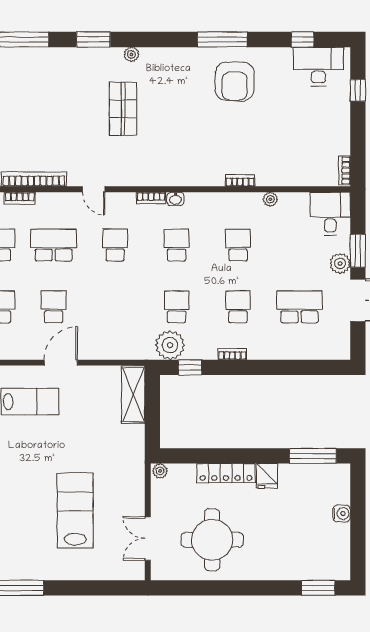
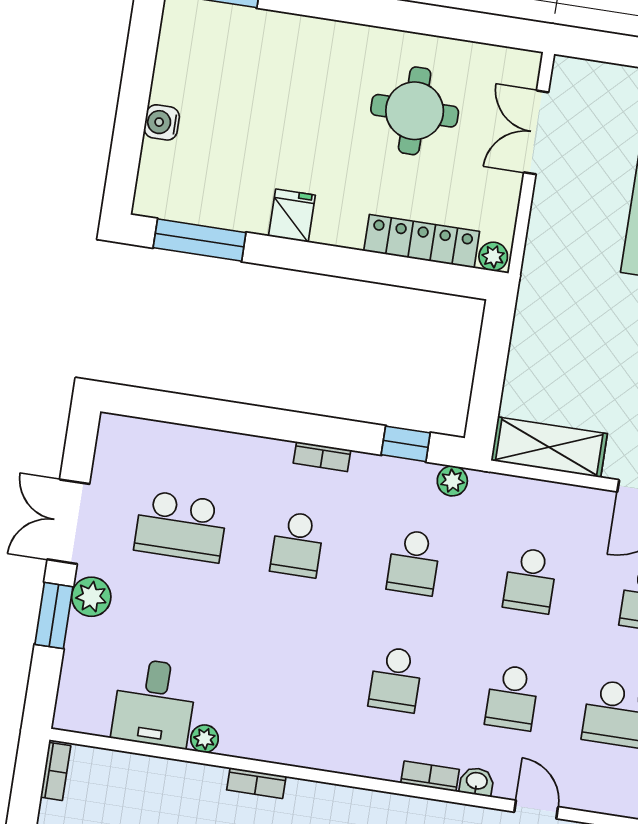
washbasin: (176, 199) -> (477, 782), moved
desk: (330, 214) -> (154, 703), moved
school desk: (238, 245) -> (530, 580), moved
plant: (170, 345) -> (452, 481), width x0.53, depth x0.53
shelving: (133, 394) -> (549, 447), moved, turned 90
locker: (226, 473) -> (422, 241), moved
double door: (148, 538) -> (536, 132), swing flipped
round table: (212, 540) -> (415, 111), width x0.73, depth x0.73

